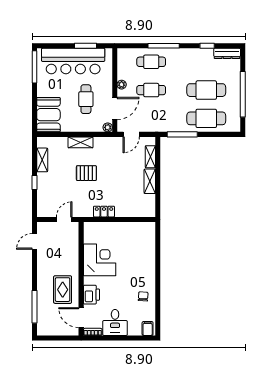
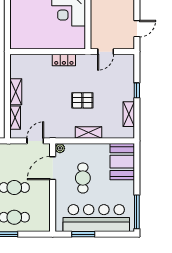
plant: (122, 85) -> (45, 193), removed

